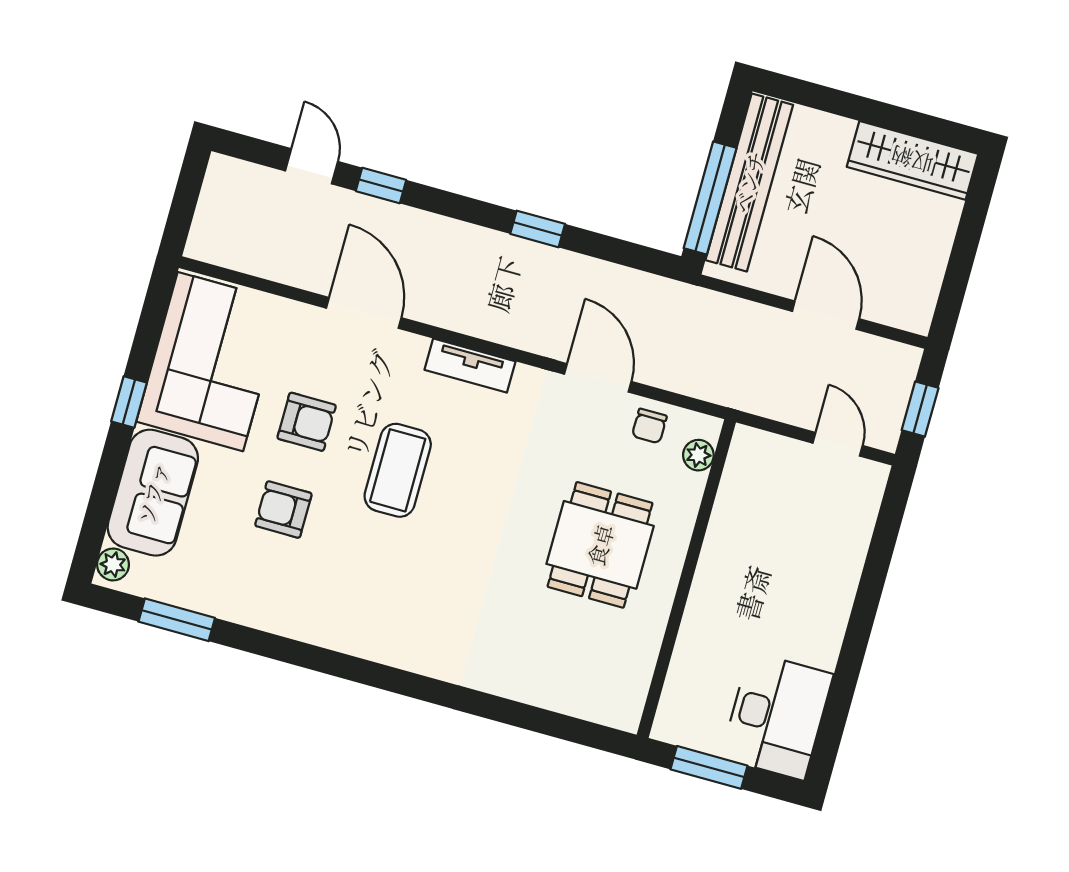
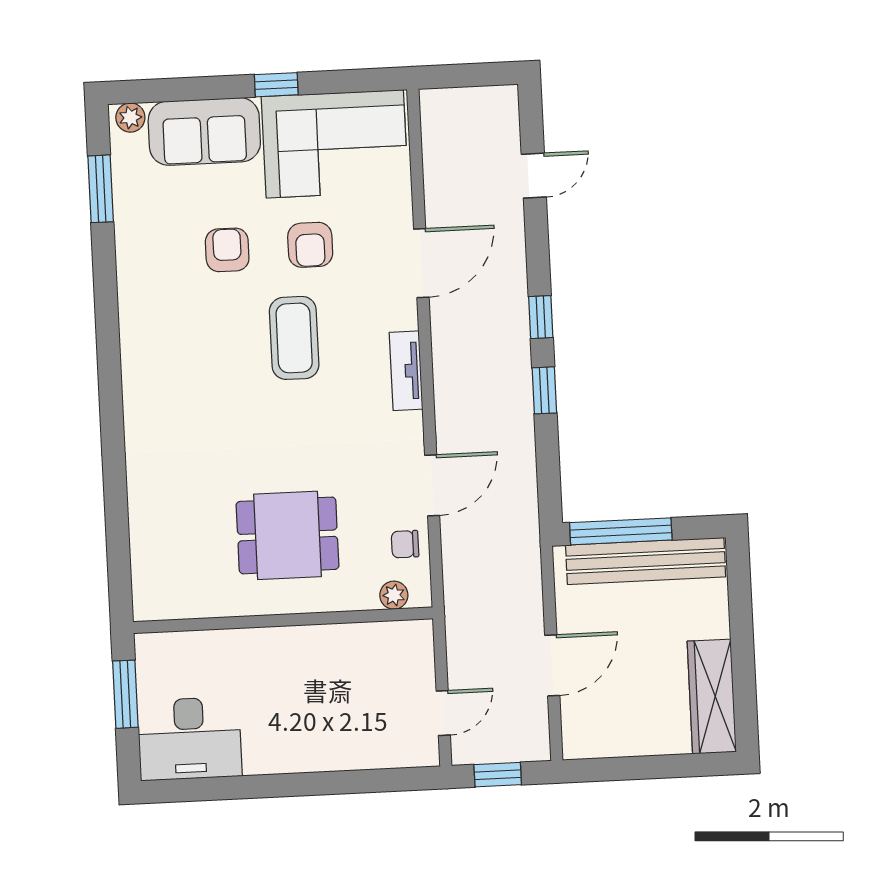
window: (381, 185) -> (541, 317), moved
coffee table: (398, 470) -> (294, 338), turned 90

